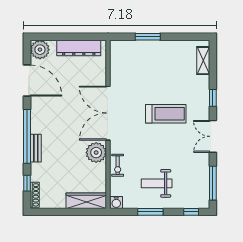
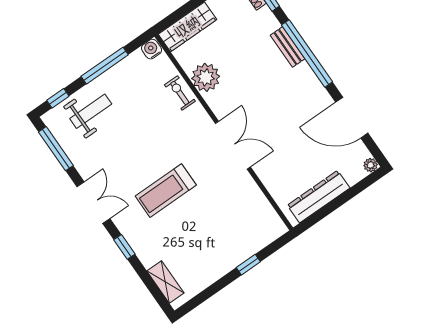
window: (148, 37) -> (248, 265), width x0.67
plant: (40, 50) -> (371, 165), width x0.53, depth x0.53
double door: (108, 113) -> (233, 145), width x0.73
plant: (96, 153) -> (206, 77), moved
weight bench: (157, 183) -> (91, 111), moved
window: (150, 212) -> (105, 66), width x1.44

